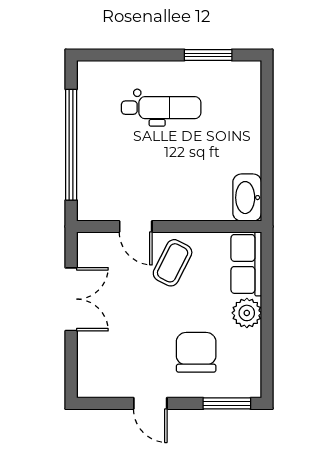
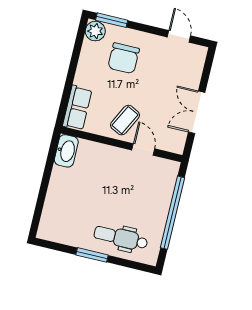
window: (208, 55) -> (92, 255), moved
dental chair: (161, 108) -> (121, 238), moved
plant: (247, 313) -> (95, 31), moved
door: (150, 403) -> (179, 36), moved

